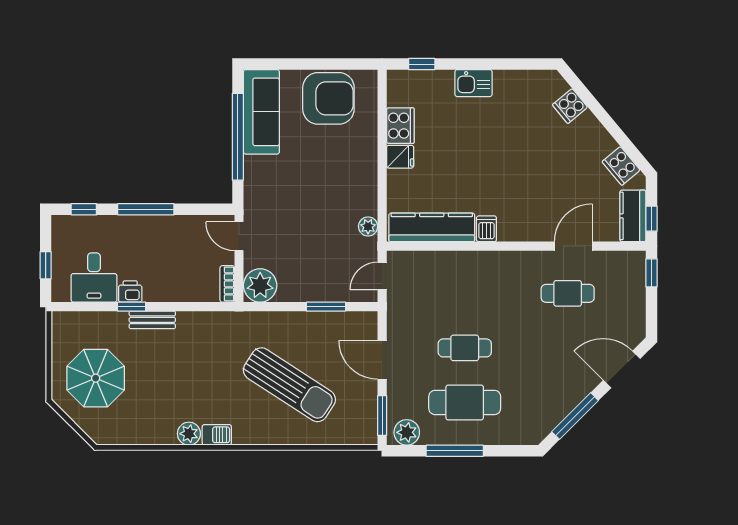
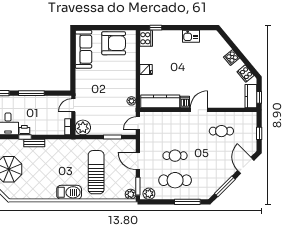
kitchen sink: (474, 83) -> (191, 36), moved
cooker: (570, 106) -> (232, 58), moved
cooker: (400, 126) -> (146, 38), moved
window: (238, 137) -> (73, 60), removed
door: (239, 236) -> (73, 105), hinge flipped
door: (573, 246) -> (199, 110), moved
window: (651, 273) -> (259, 133), moved
door: (622, 369) -> (246, 165), hinge flipped
sun lounger: (289, 385) -> (96, 172), turned -123
plant: (189, 434) -> (131, 194), moved
barbecue: (217, 435) -> (69, 192), width x1.88, depth x1.53
window: (455, 451) -> (187, 202), moved

